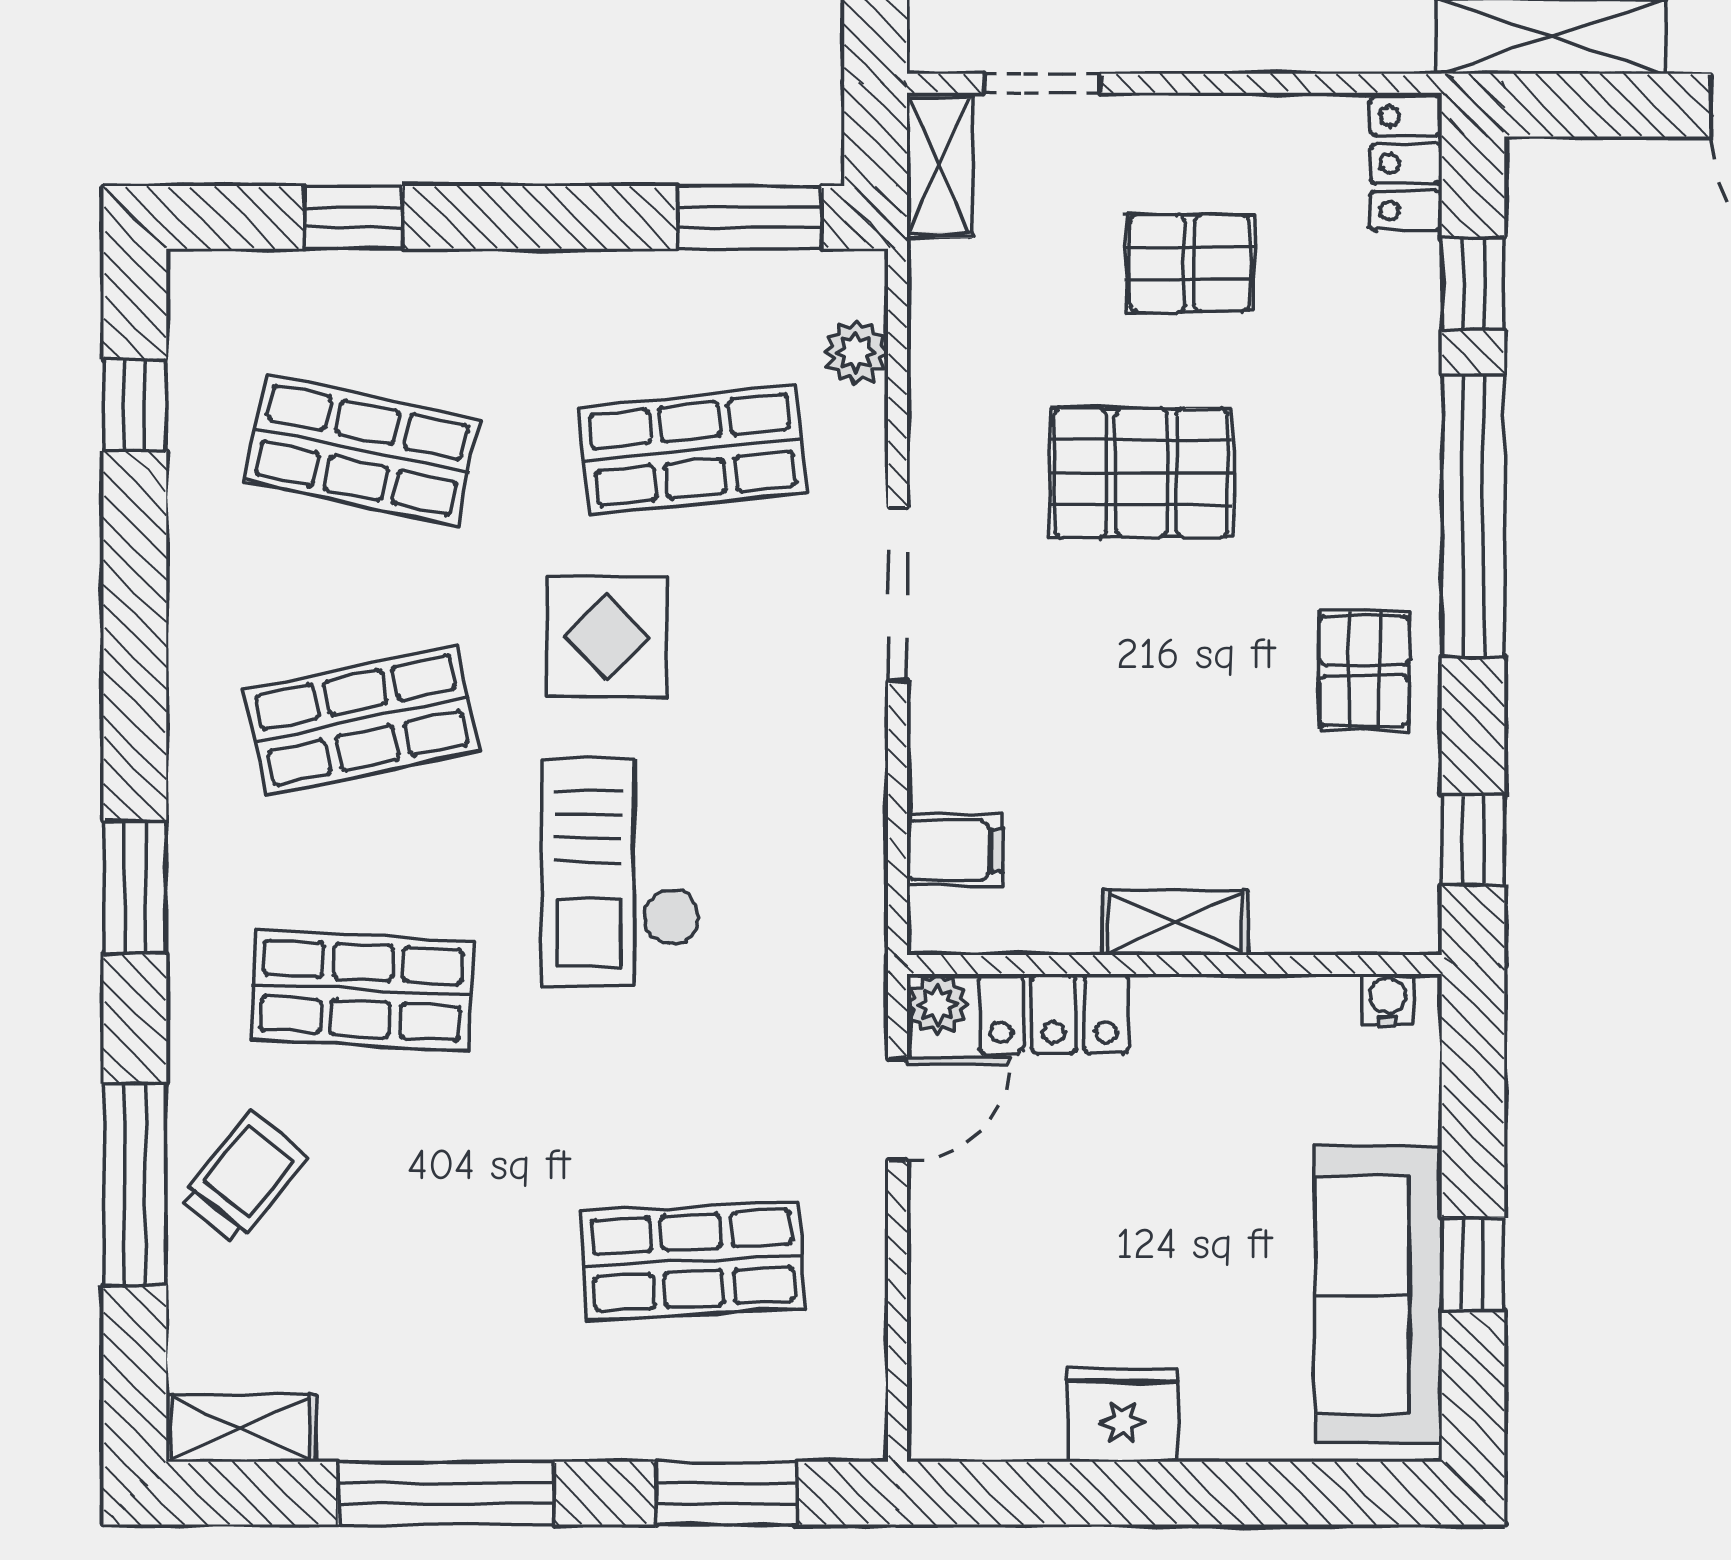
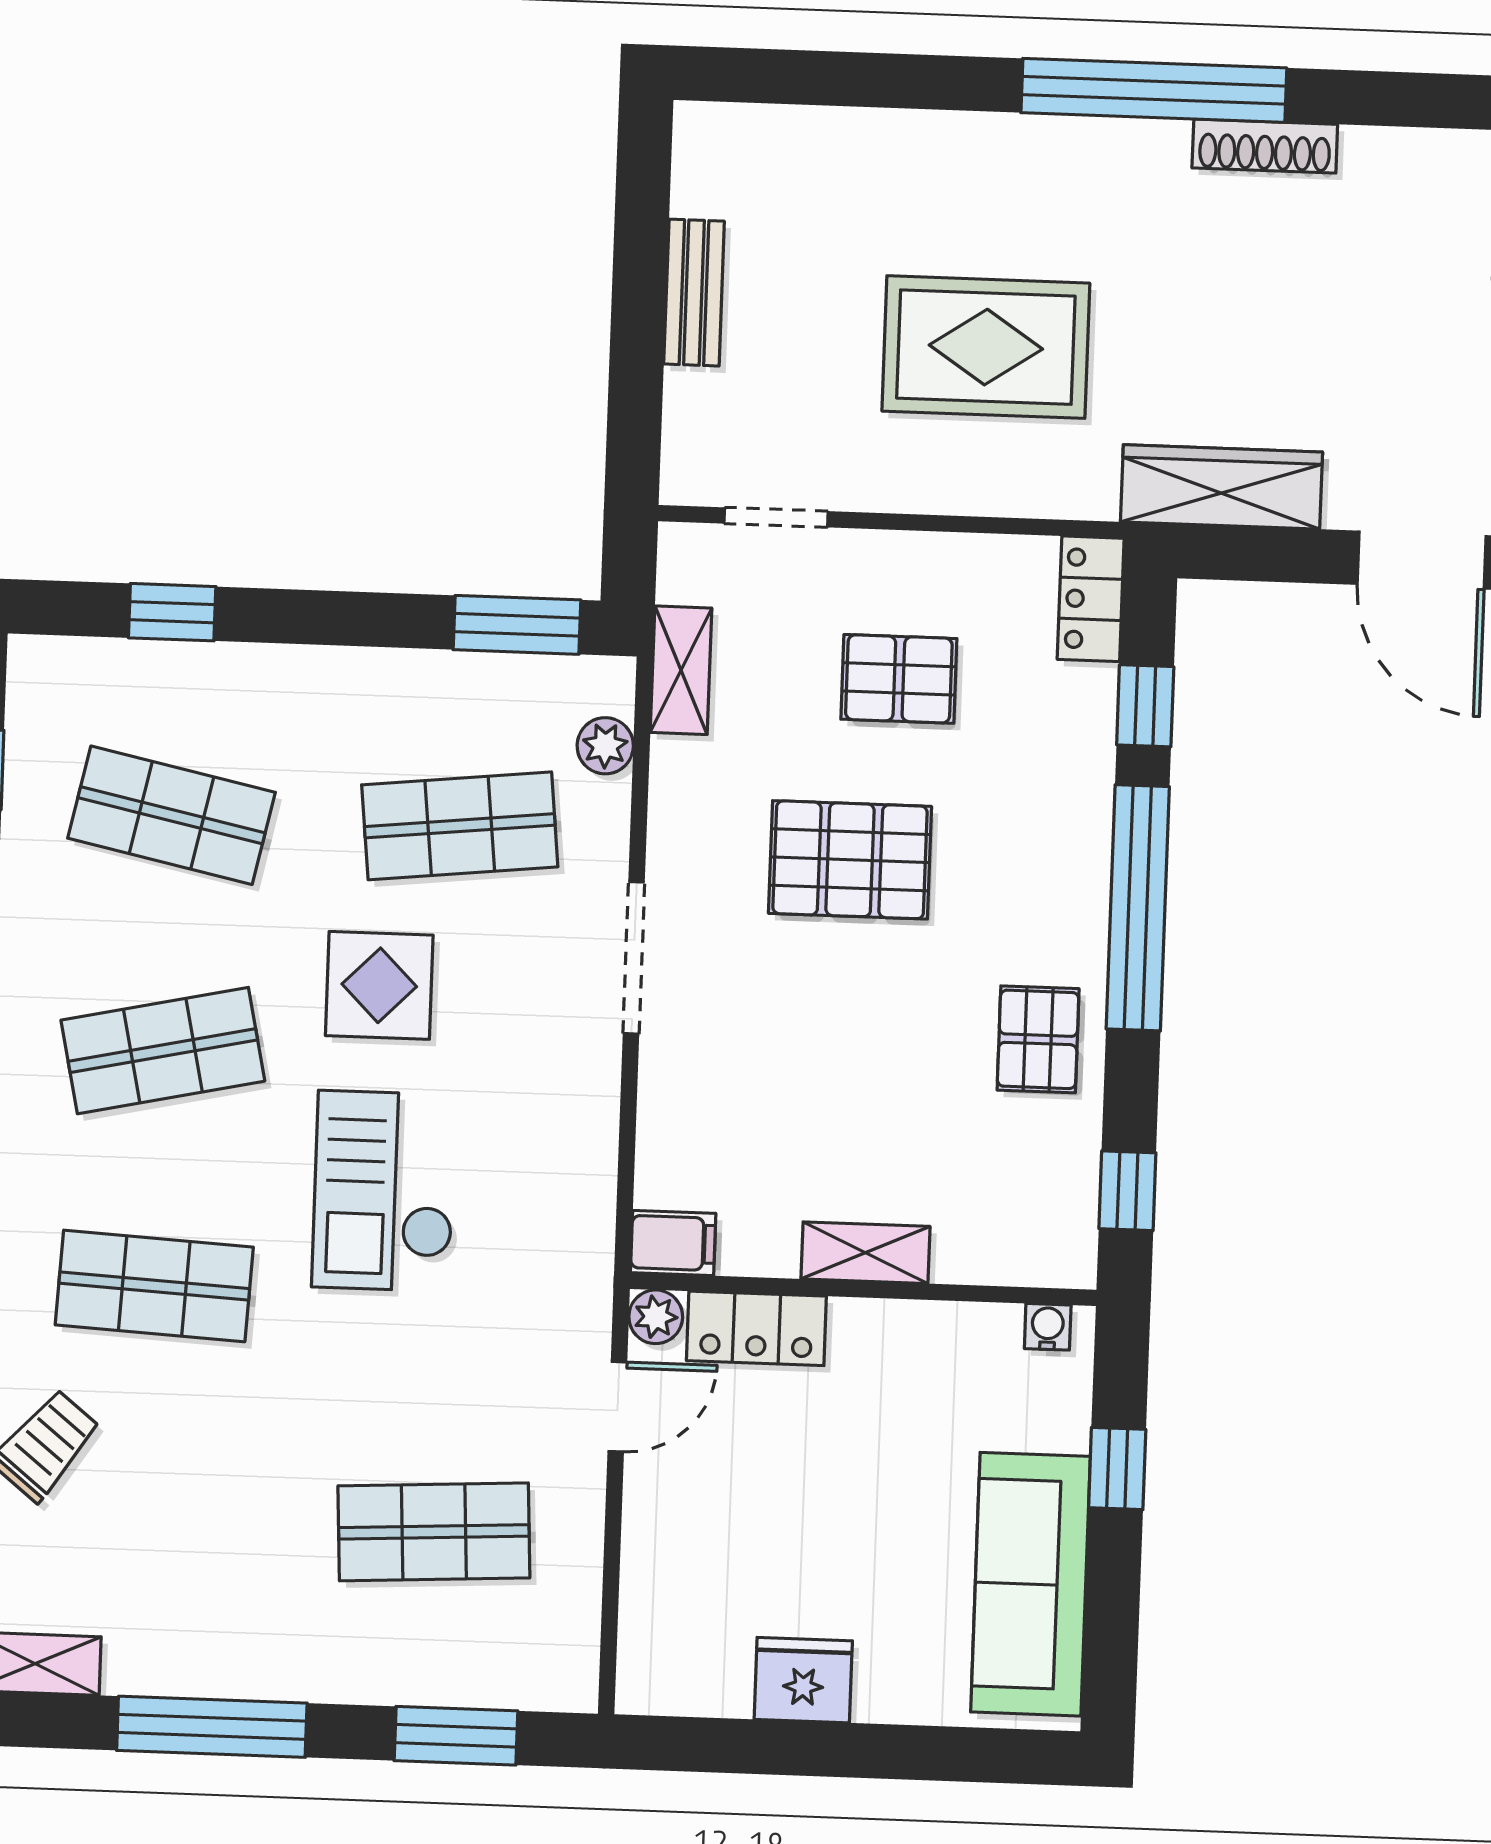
shelving: (940, 165) -> (681, 670), moved
filing cabinet: (955, 850) -> (673, 1243), moved
window: (1473, 1264) -> (1117, 1468), moved

